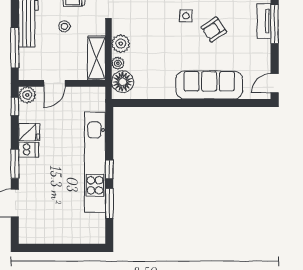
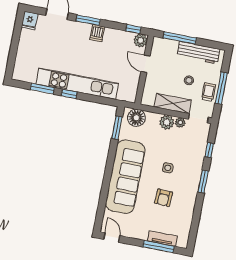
side table: (186, 16) -> (168, 168), moved
armchair: (214, 29) -> (164, 198), turned -143
shelving: (97, 58) -> (173, 104), moved
plant: (118, 63) -> (180, 123), moved
sofa: (209, 85) -> (125, 177), width x1.36, depth x1.27
window: (139, 103) -> (117, 128), added
fridge: (29, 132) -> (30, 21), moved

